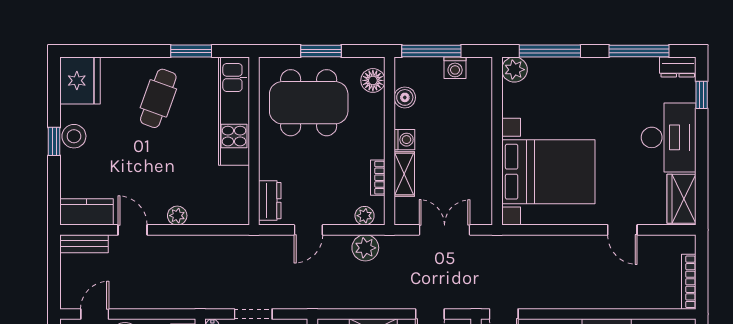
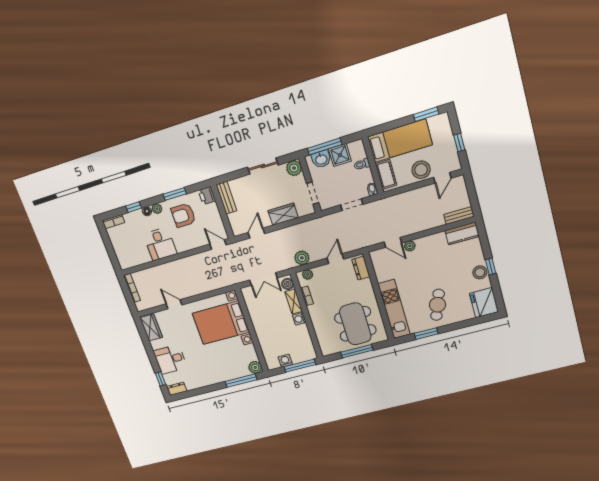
window: (321, 51) -> (357, 351), width x1.44
window: (639, 51) -> (198, 392), removed
floor lamp: (373, 80) -> (325, 344), removed
boiler: (405, 97) -> (288, 284), moved
dining table: (309, 103) -> (355, 324), turned 90
desk: (669, 137) -> (170, 359), width x0.73
door: (133, 230) -> (393, 242), moved

